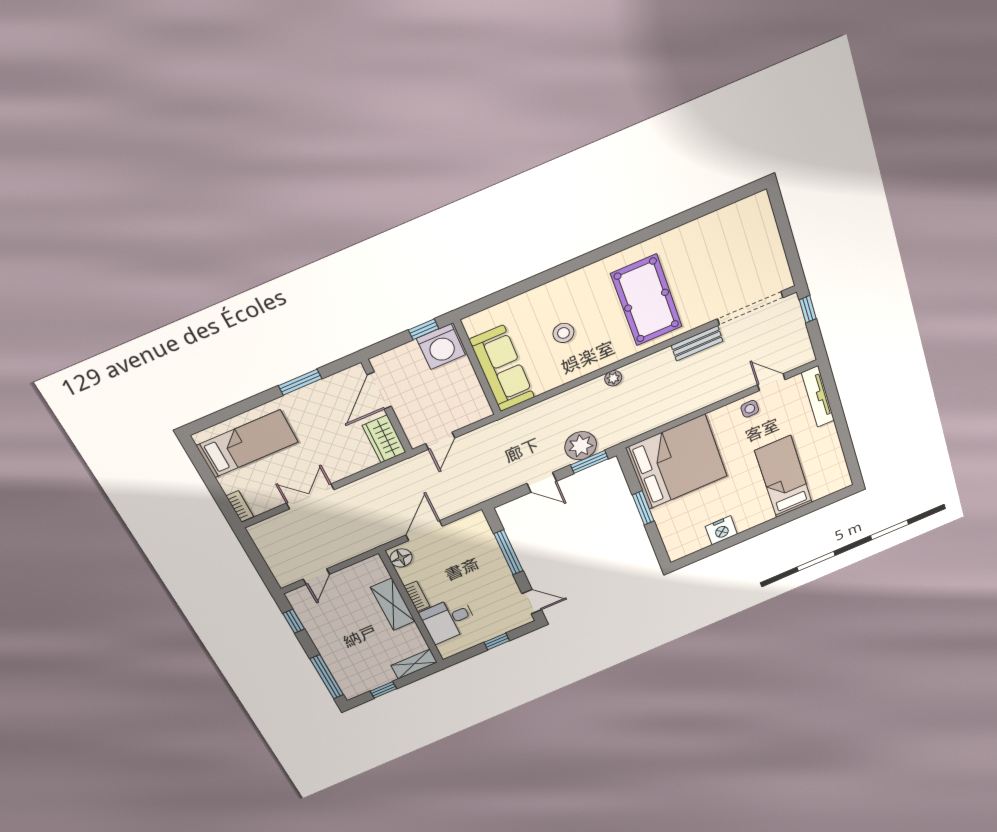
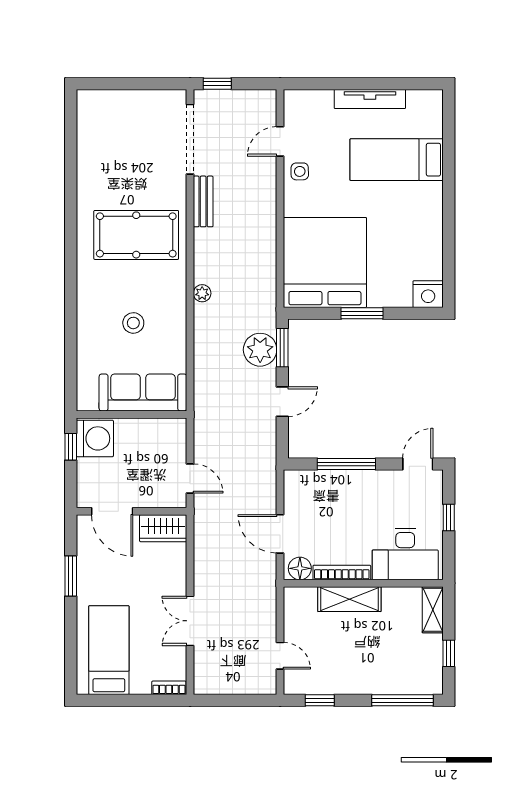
tv unit: (818, 397) -> (370, 99), moved
nightstand: (721, 530) -> (428, 294), moved, turned 90
bookcase: (417, 596) -> (342, 572), width x1.56
desk: (448, 620) -> (405, 554), width x1.37

